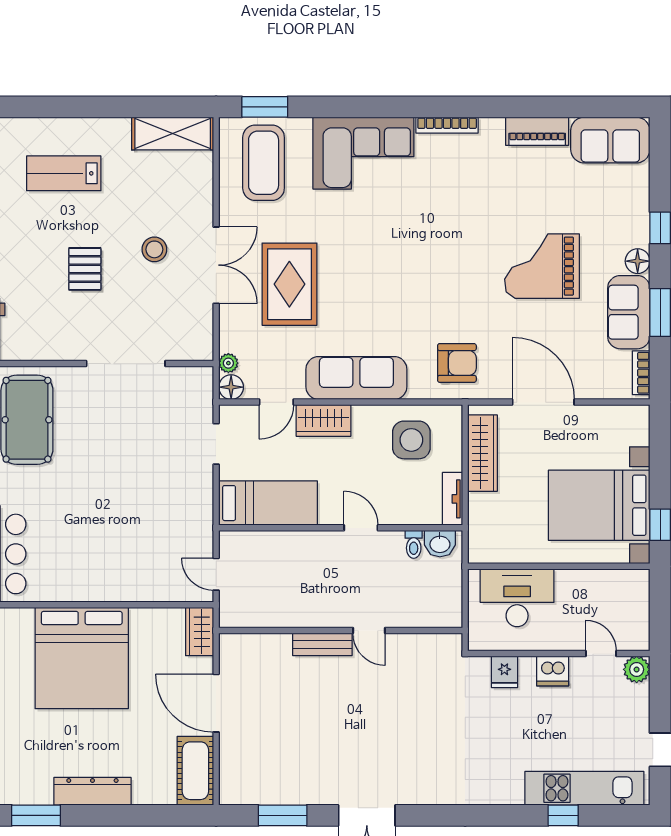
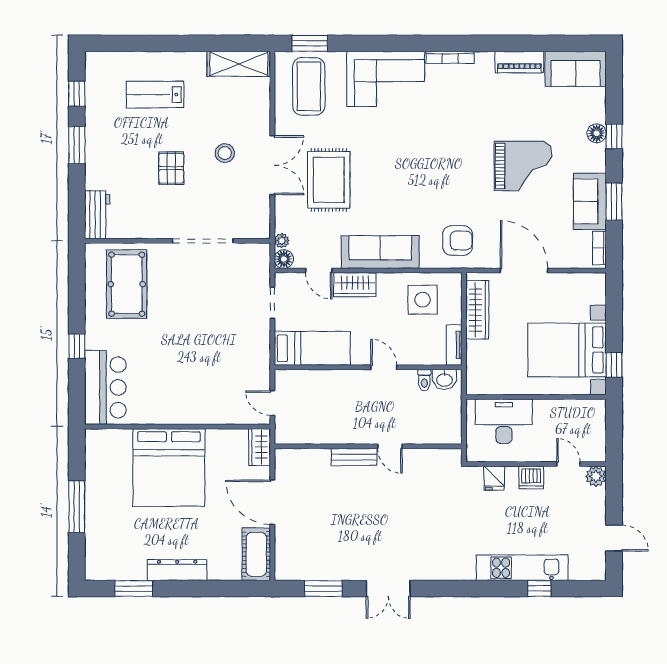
floor lamp: (638, 261) -> (597, 133), moved
grand piano: (542, 266) -> (523, 166), turned 180
door: (276, 402) -> (319, 271), hinge flipped
kitchen unit: (584, 788) -> (522, 568), moved

